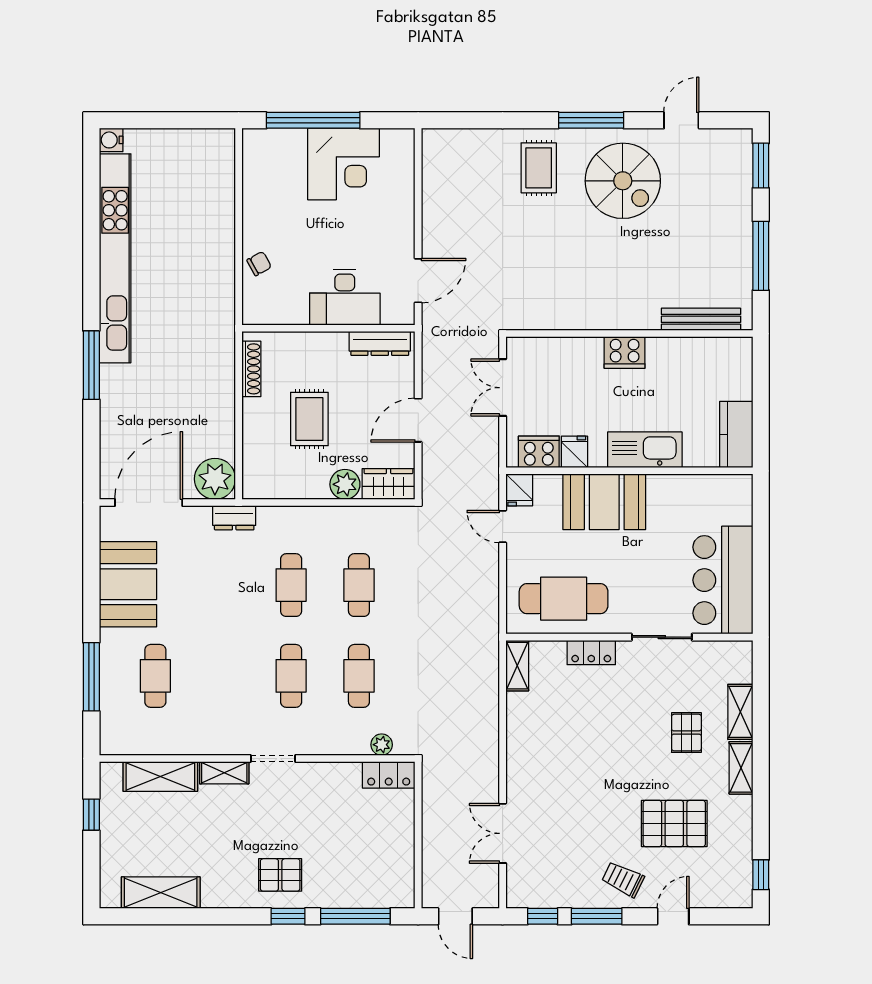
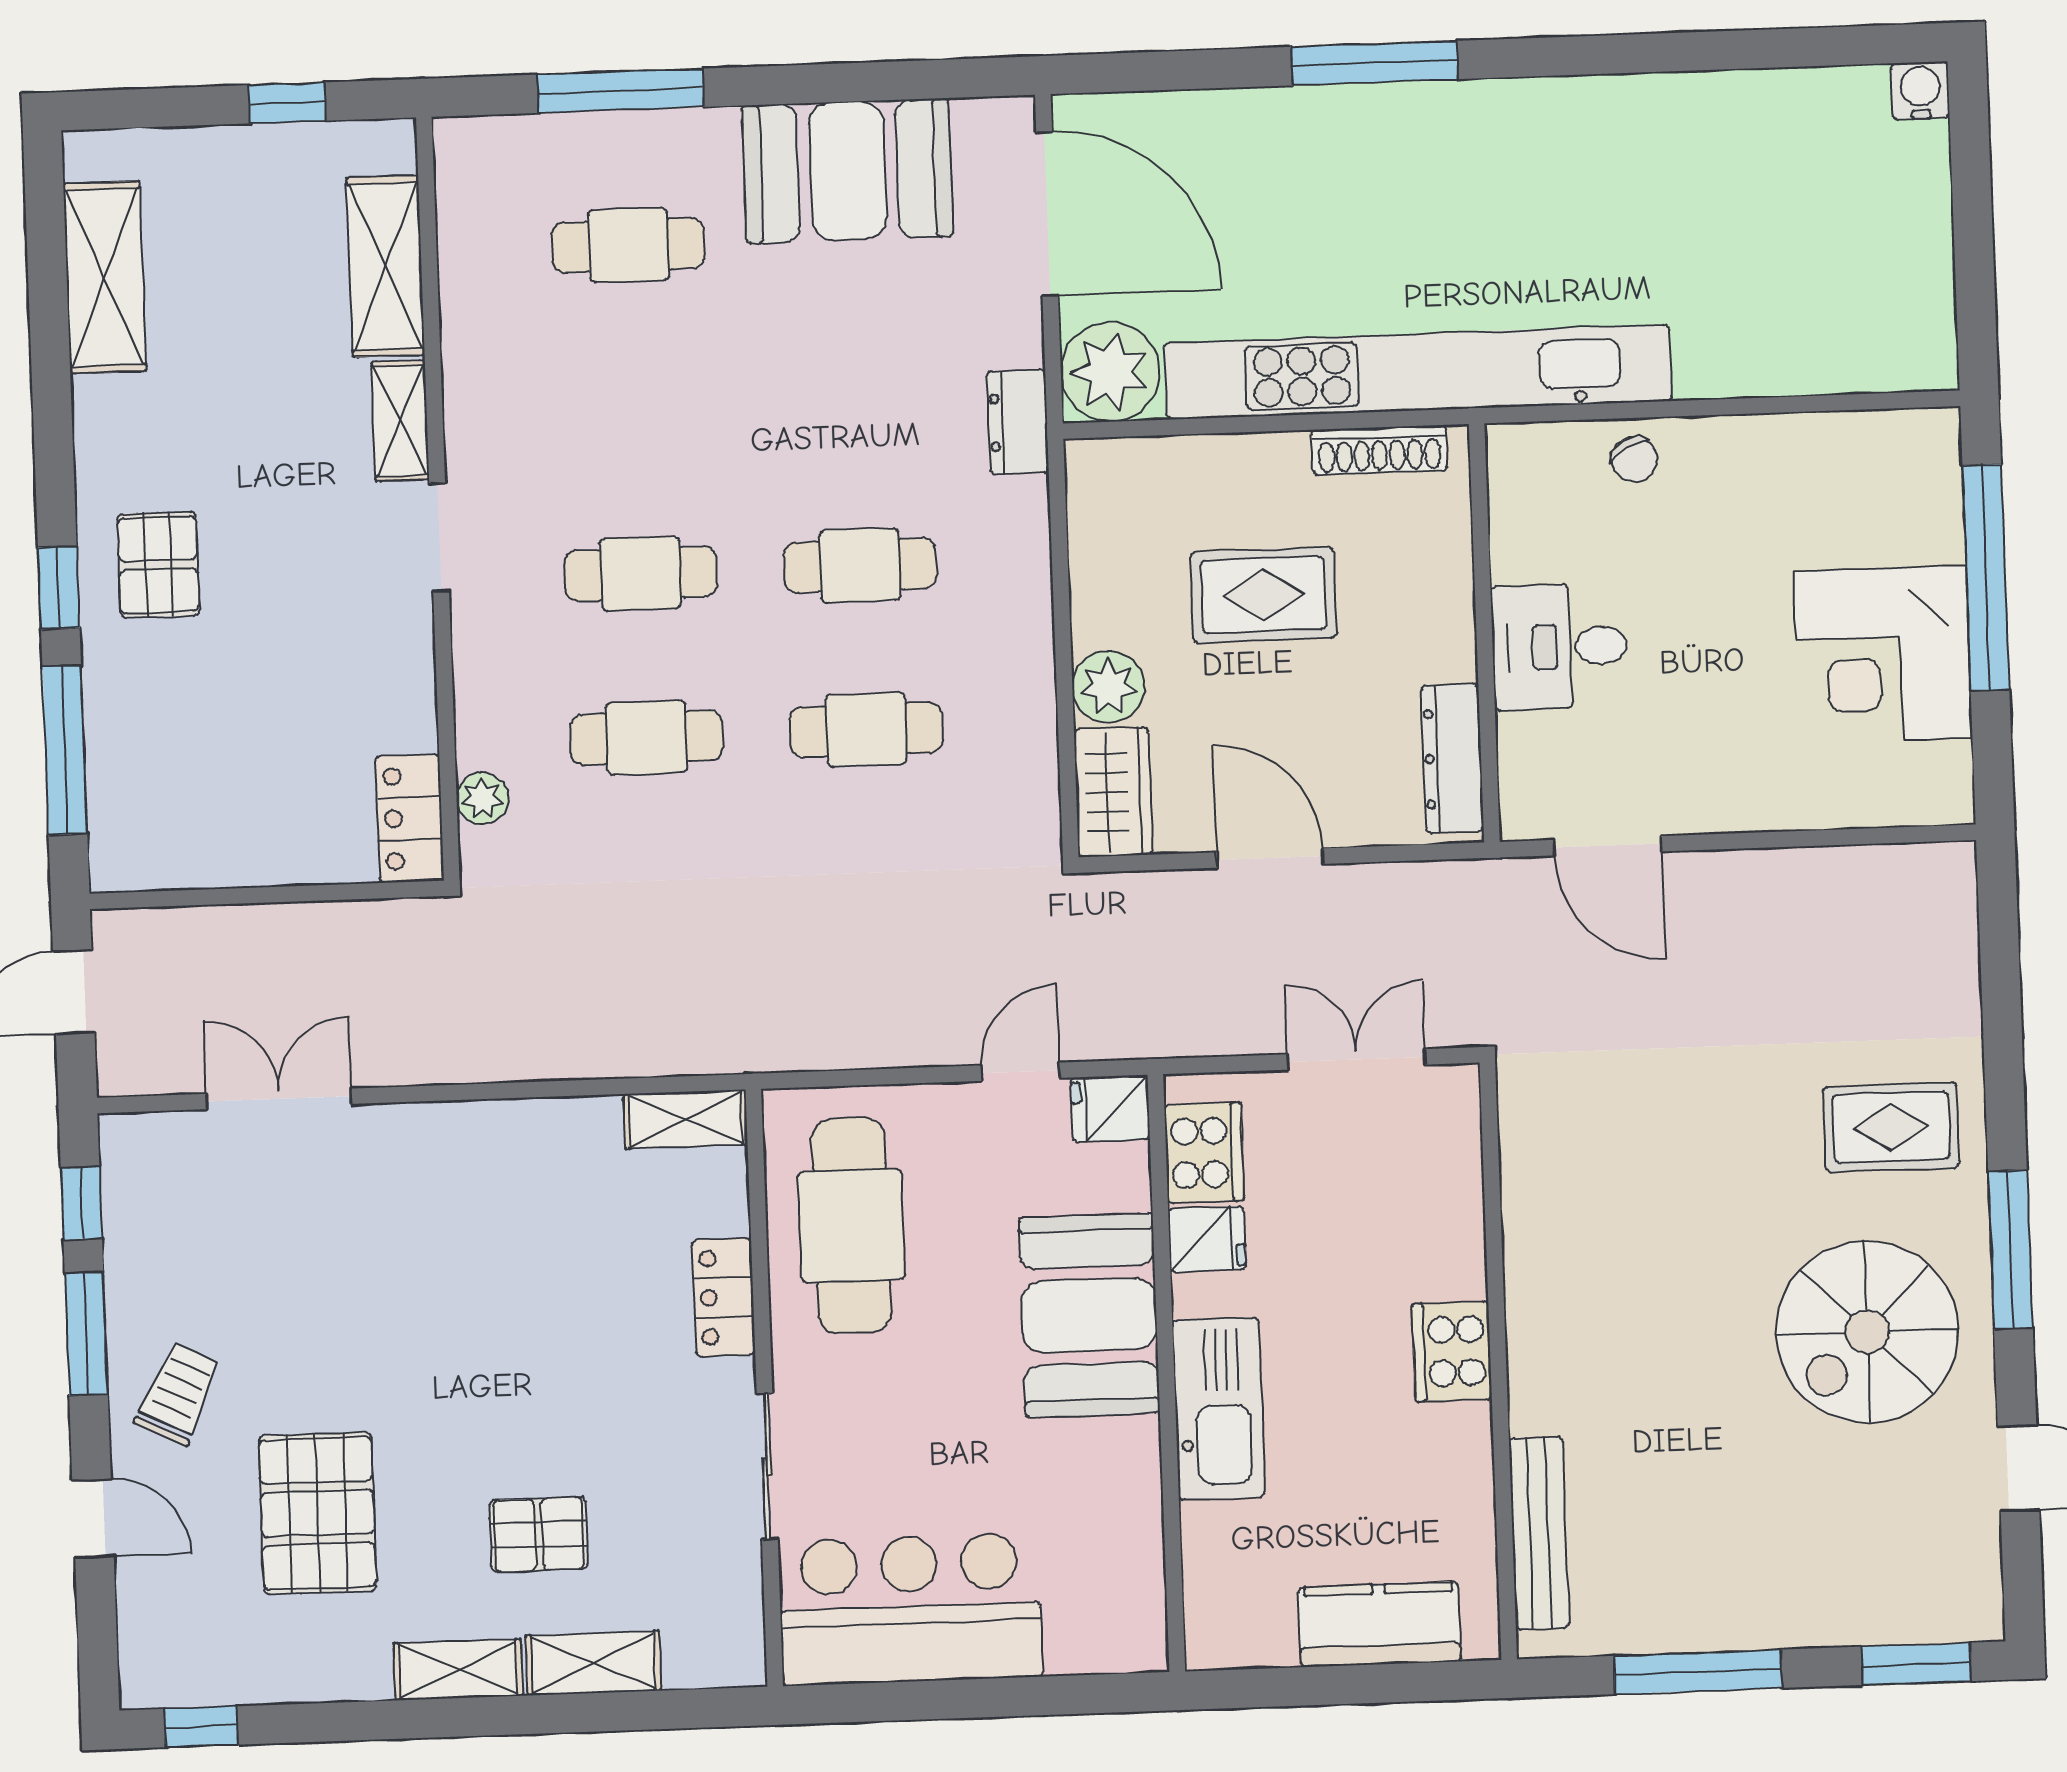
kitchen unit: (115, 258) -> (1418, 372), moved, turned 180
desk: (345, 297) -> (1560, 647), width x0.73
kitchen counter: (736, 435) -> (1379, 1624), moved

